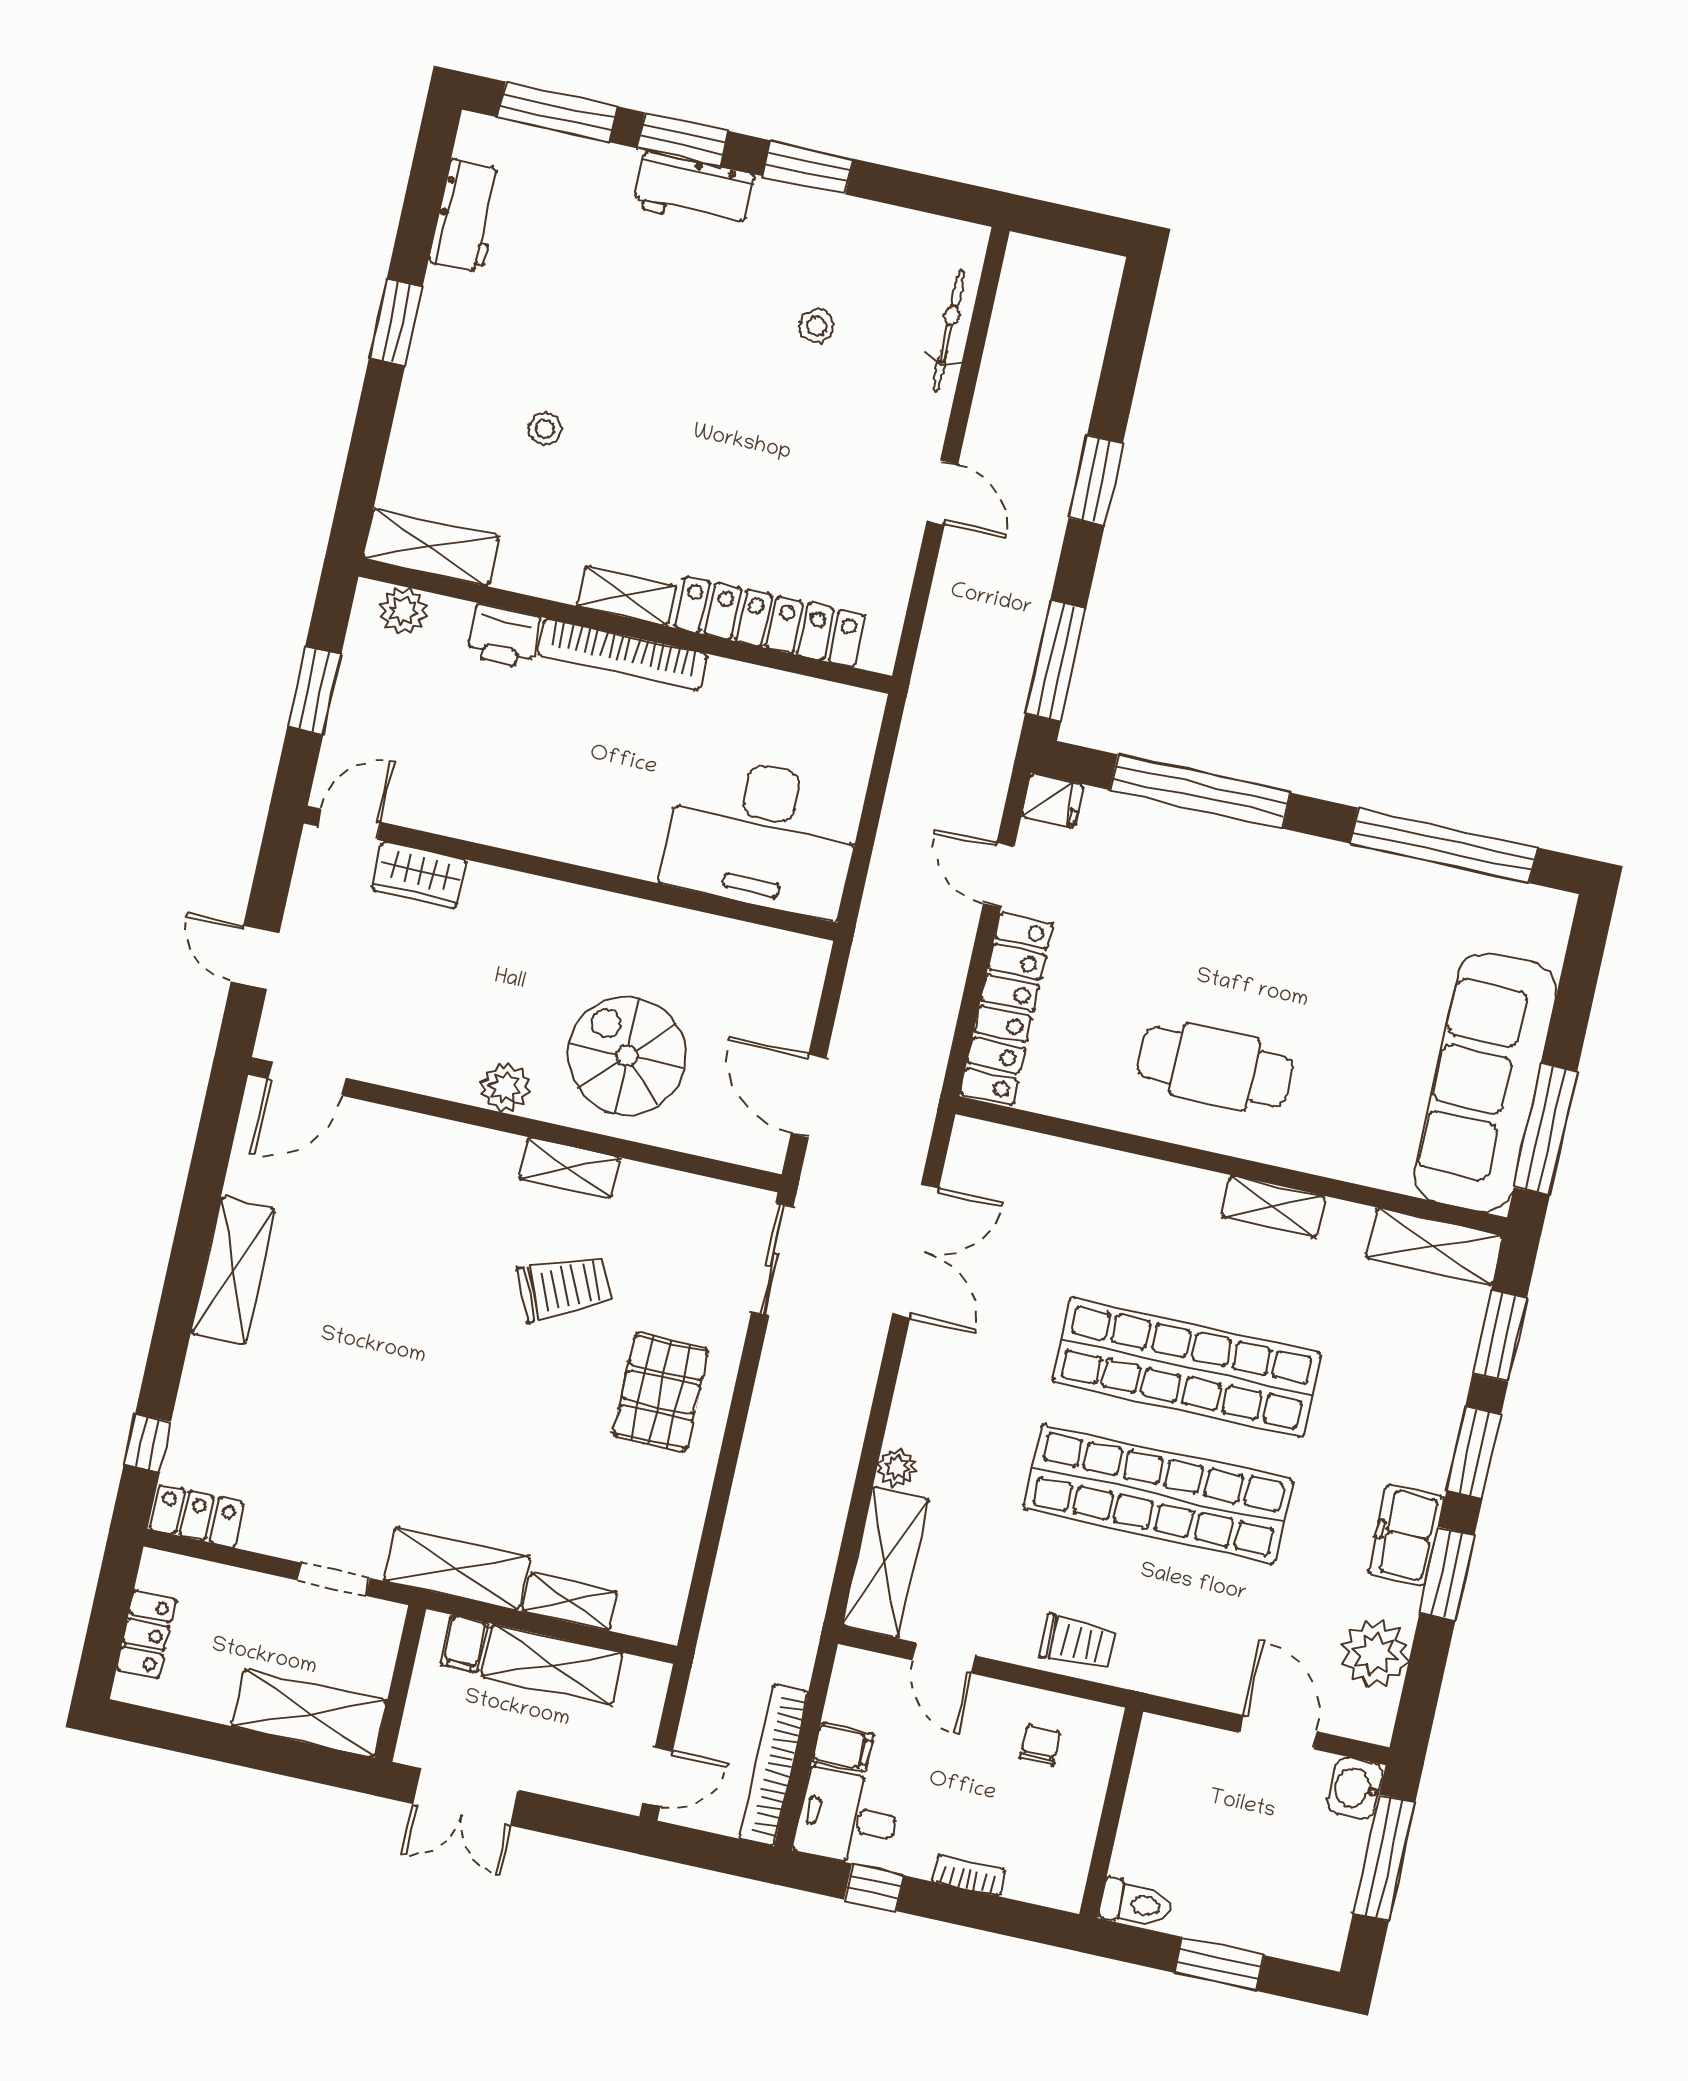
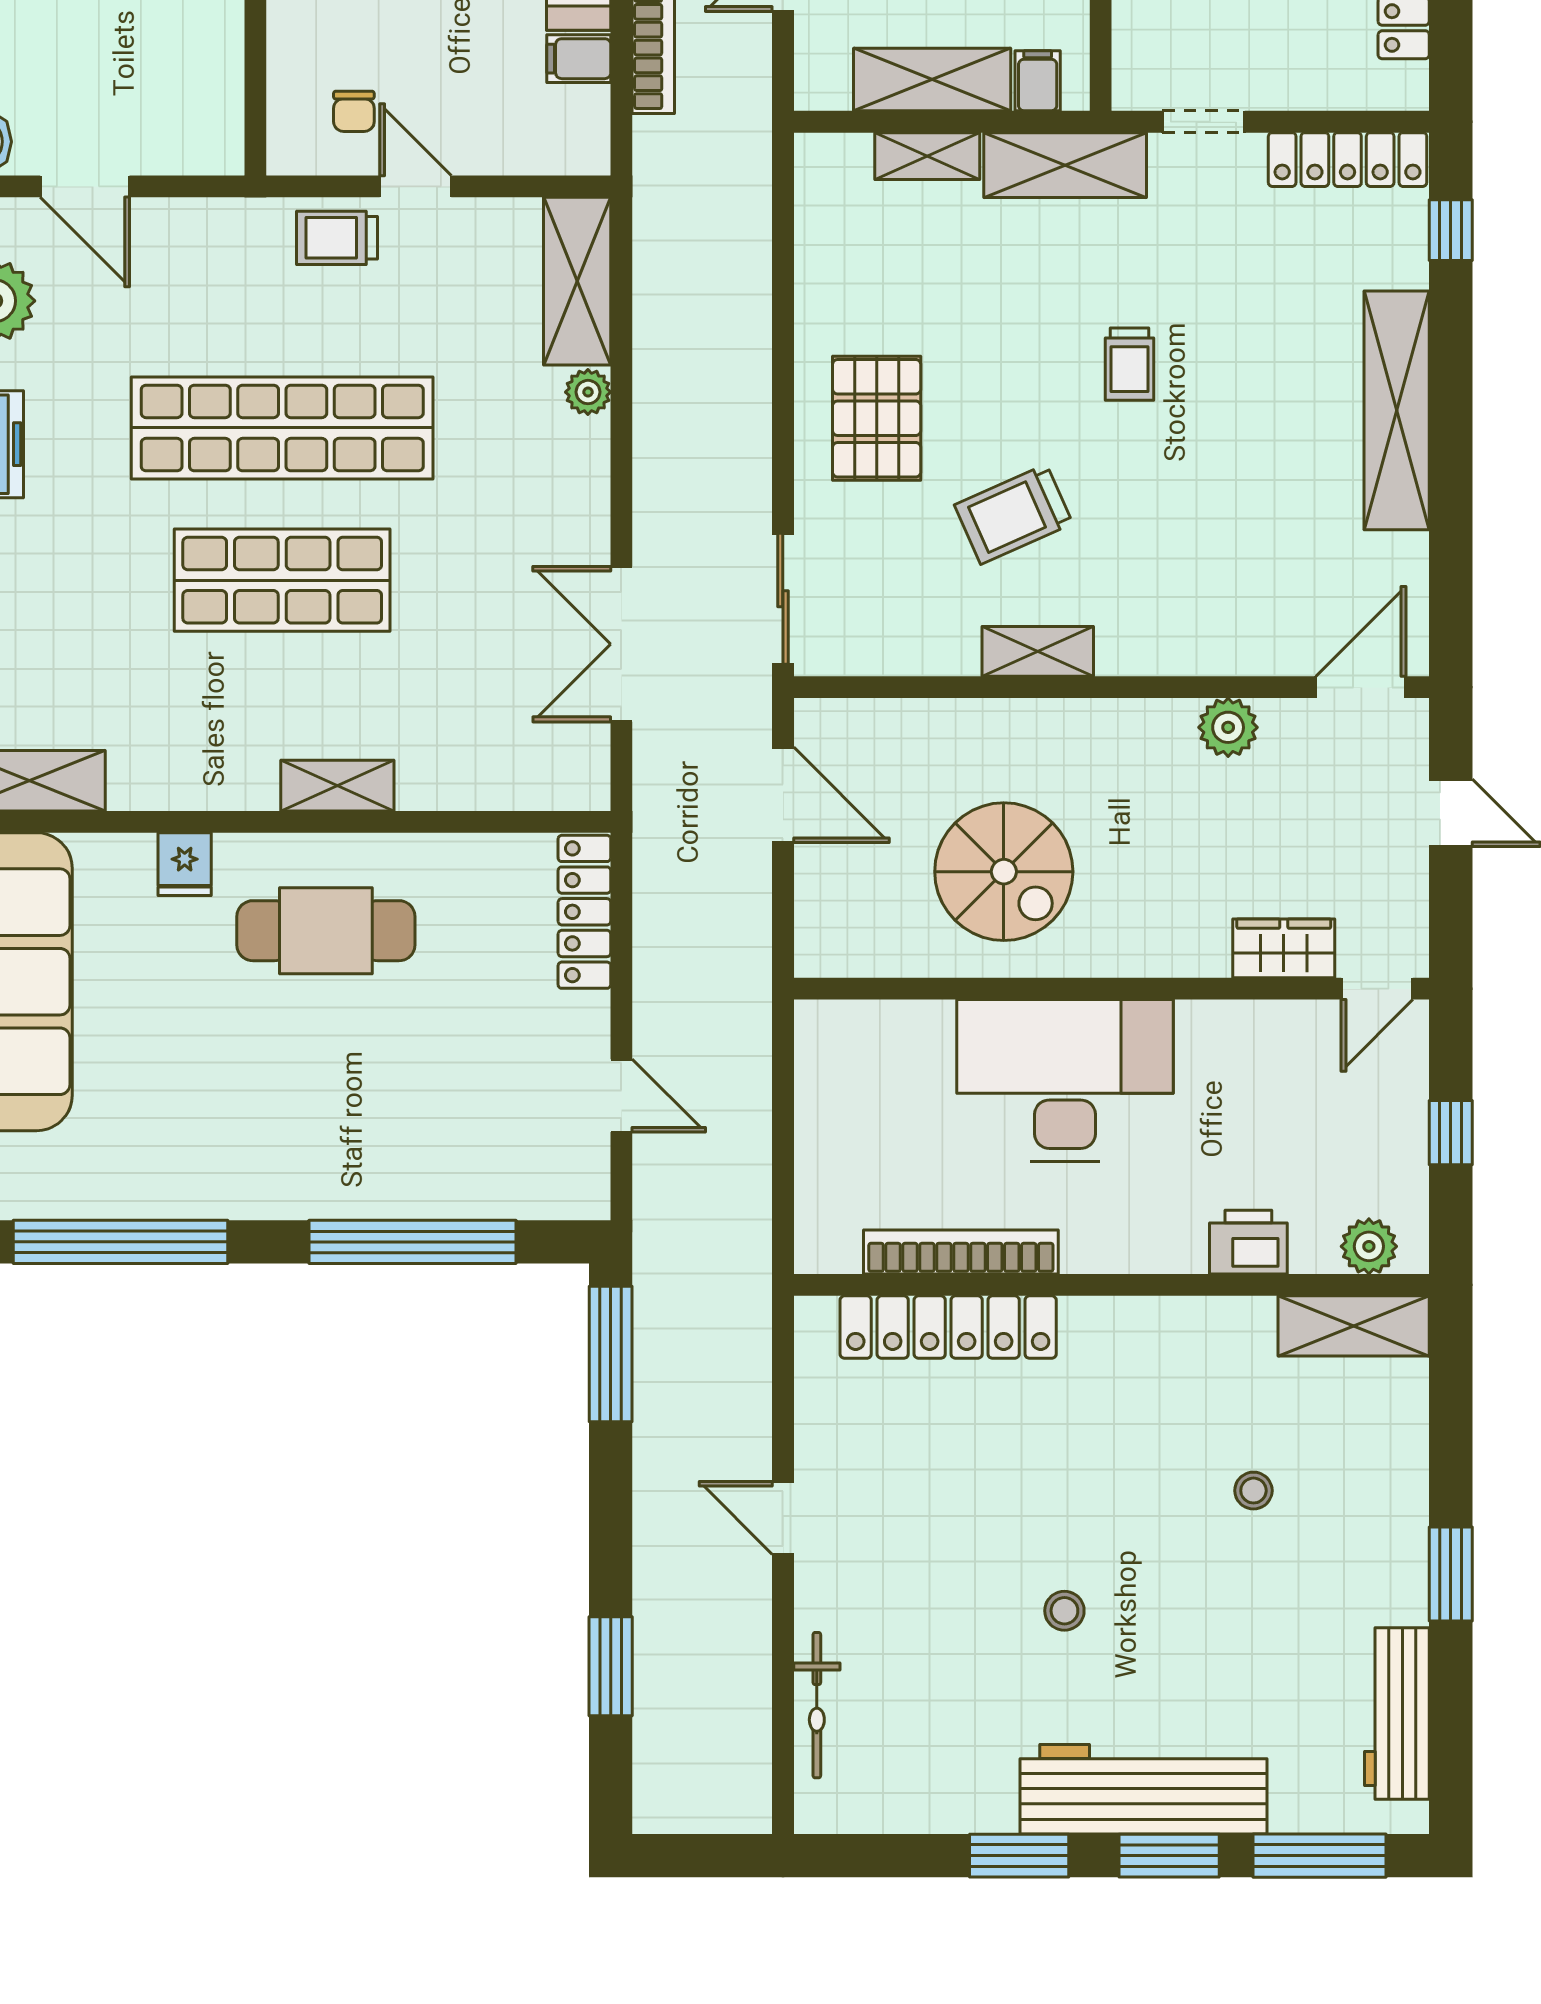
workbench: (694, 191) -> (1144, 1789), width x1.88, depth x1.32
workbench: (467, 216) -> (1397, 1714), width x1.38
stool: (817, 326) -> (1064, 1611), moved
window: (1096, 480) -> (611, 1666), moved
shelving: (626, 596) -> (1118, 1320), removed
bookcase: (622, 654) -> (961, 1252), moved
window: (314, 691) -> (1451, 1133), width x0.67
fridge: (1052, 801) -> (185, 864), moved, turned -90
desk: (762, 835) -> (1065, 1080), moved
locker: (1006, 1008) -> (584, 912), width x0.71, depth x0.83
spiral stairs: (627, 1056) -> (1004, 872), moved
plant: (505, 1087) -> (1228, 727), moved
shelving: (1273, 1207) -> (337, 786), moved
shelving: (233, 1271) -> (1397, 410), width x1.47
shop shelf: (1187, 1367) -> (282, 580), width x0.71
trolley: (440, 1391) -> (1130, 364), added
locker: (197, 1516) -> (1348, 160), width x1.53
door: (944, 1658) -> (416, 186), moved

